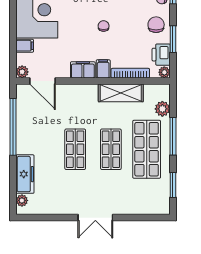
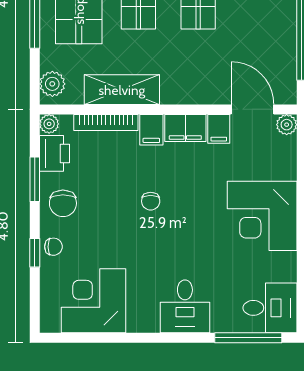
filing cabinet: (25, 46) -> (219, 129), moved, turned -90
plant: (162, 109) -> (52, 84), moved

